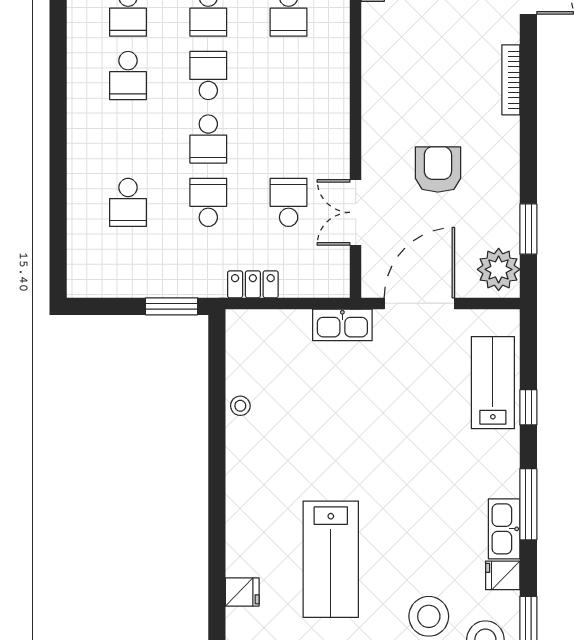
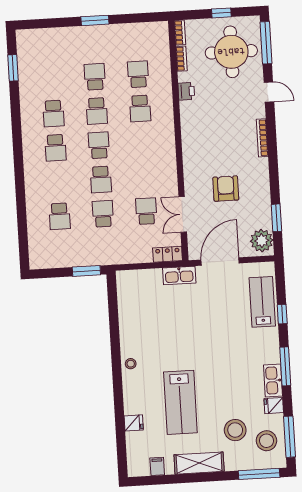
locker: (253, 284) -> (168, 254), moved
stool: (240, 406) -> (131, 364), moved

